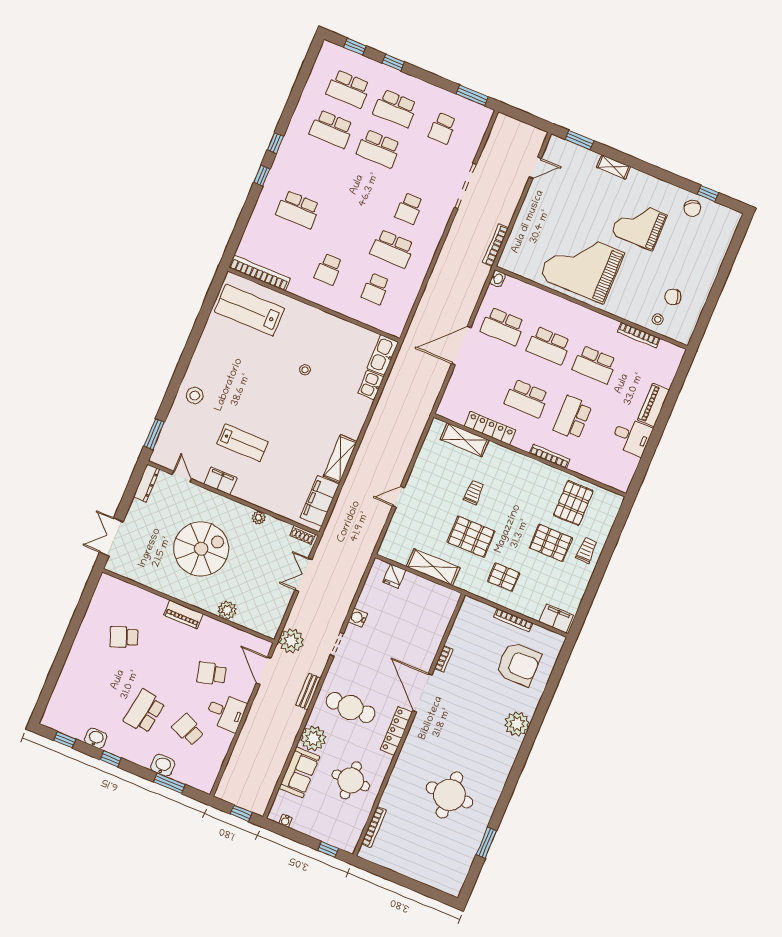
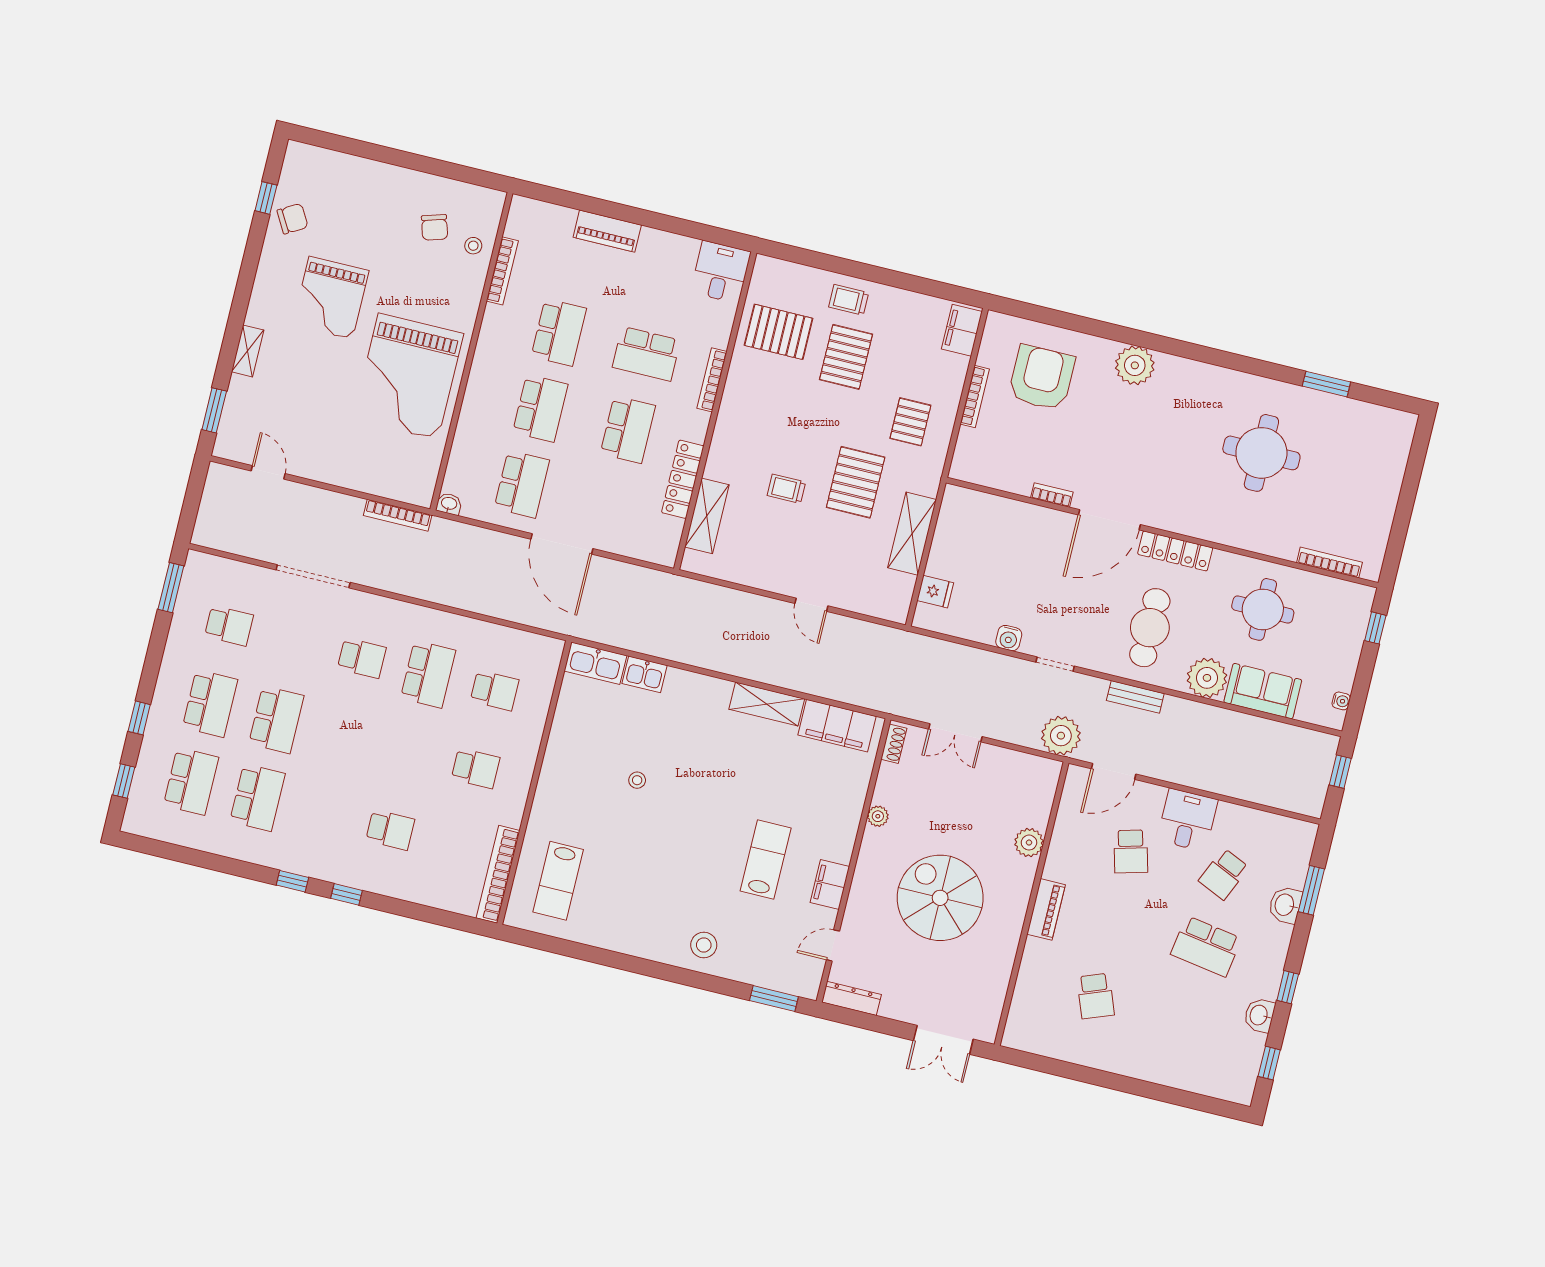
school desk: (298, 209) -> (390, 830), width x0.54
lab bench: (250, 310) -> (558, 881), width x0.73, depth x0.72
desk: (632, 436) -> (721, 272), moved

